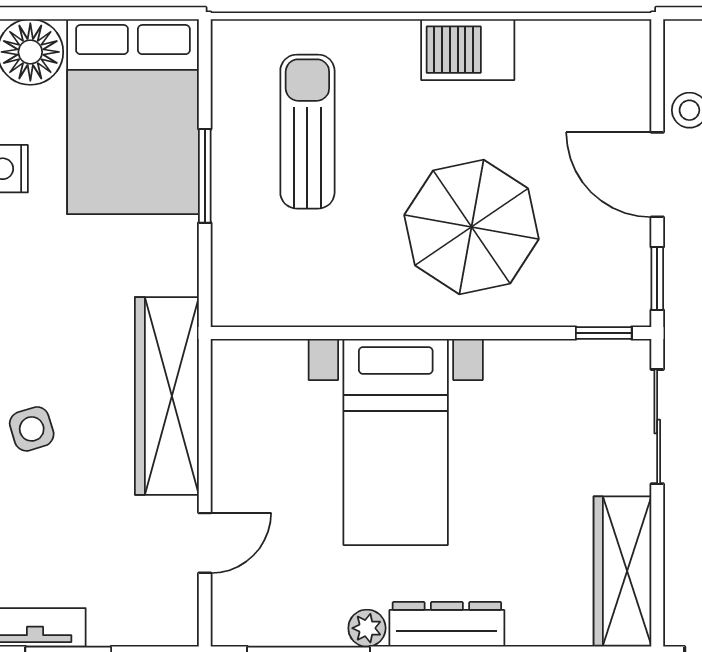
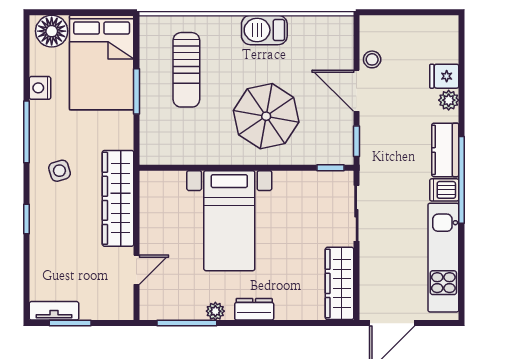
sun lounger: (307, 132) -> (186, 70), turned 180
side table: (32, 429) -> (59, 171), moved
dresser: (447, 624) -> (254, 309), width x0.70

